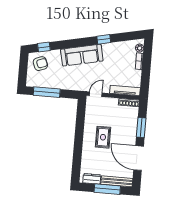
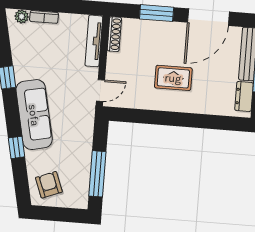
window: (44, 47) -> (17, 147), moved
door: (96, 94) -> (100, 91), swing flipped

